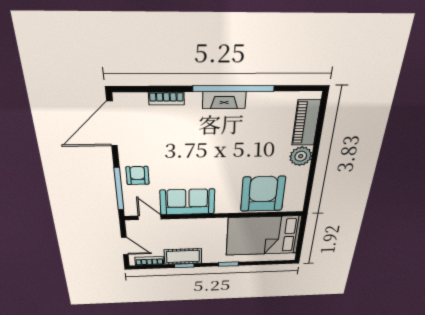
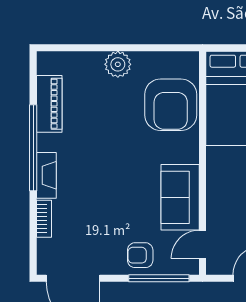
fireplace: (224, 100) -> (46, 175), moved
piano: (306, 123) -> (49, 104), moved, turned -90
armchair: (263, 194) -> (171, 105), turned -90

